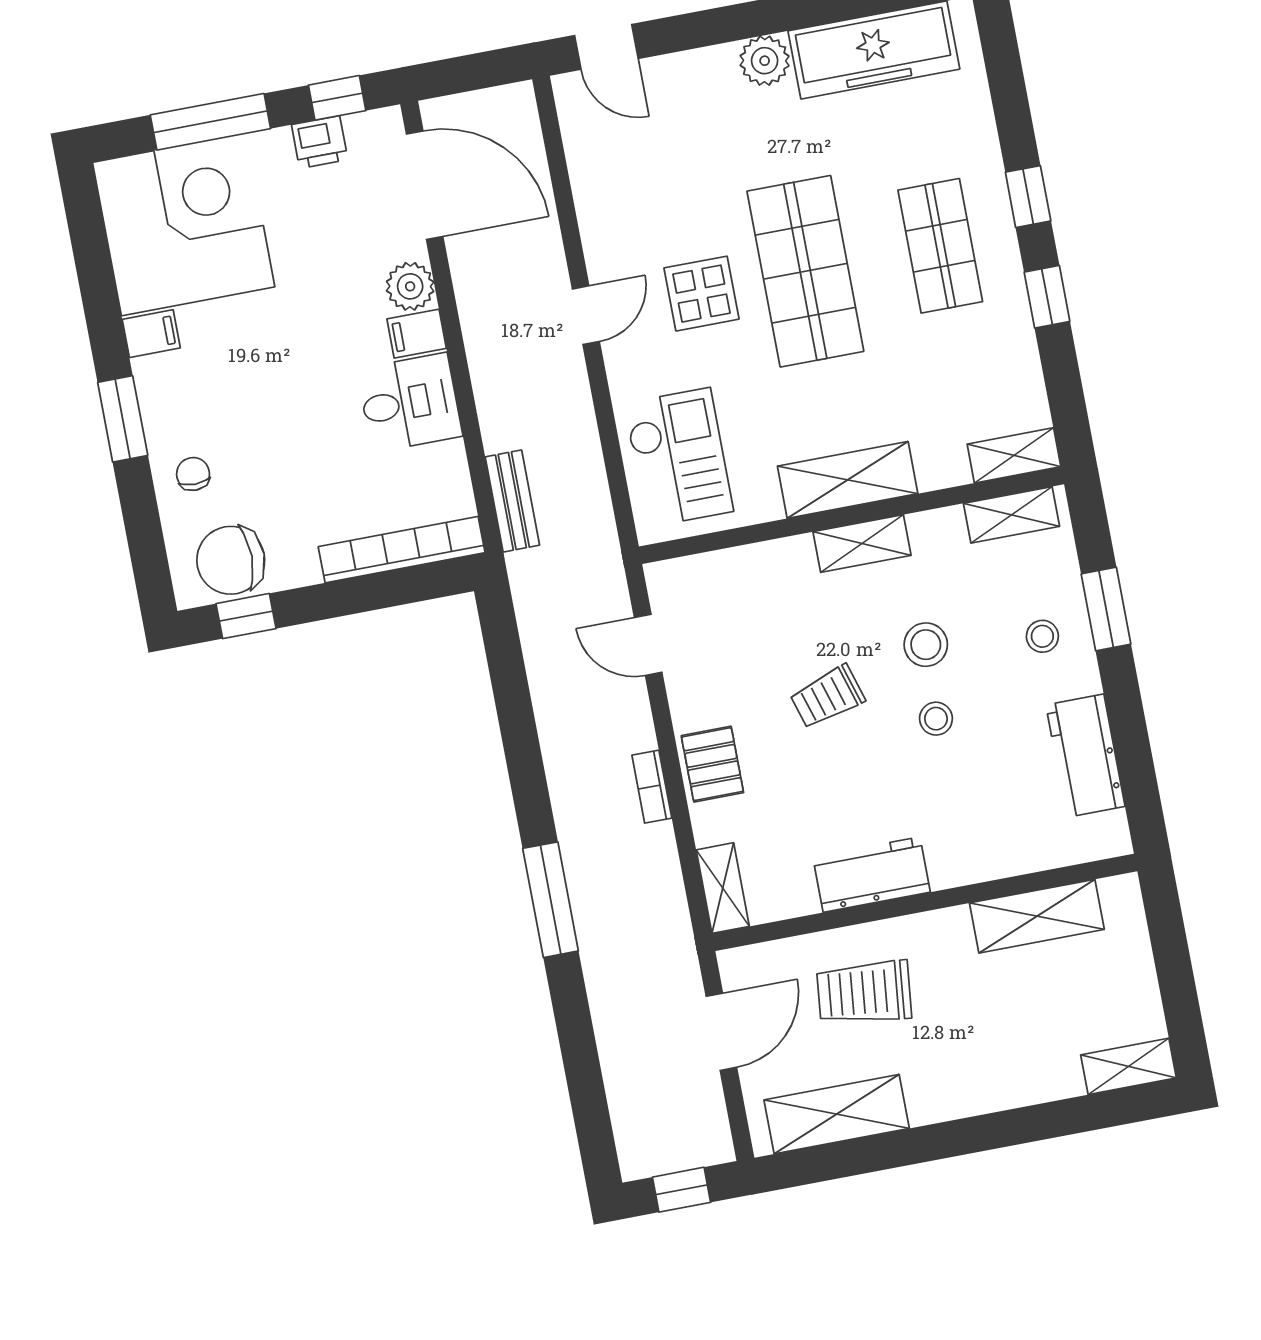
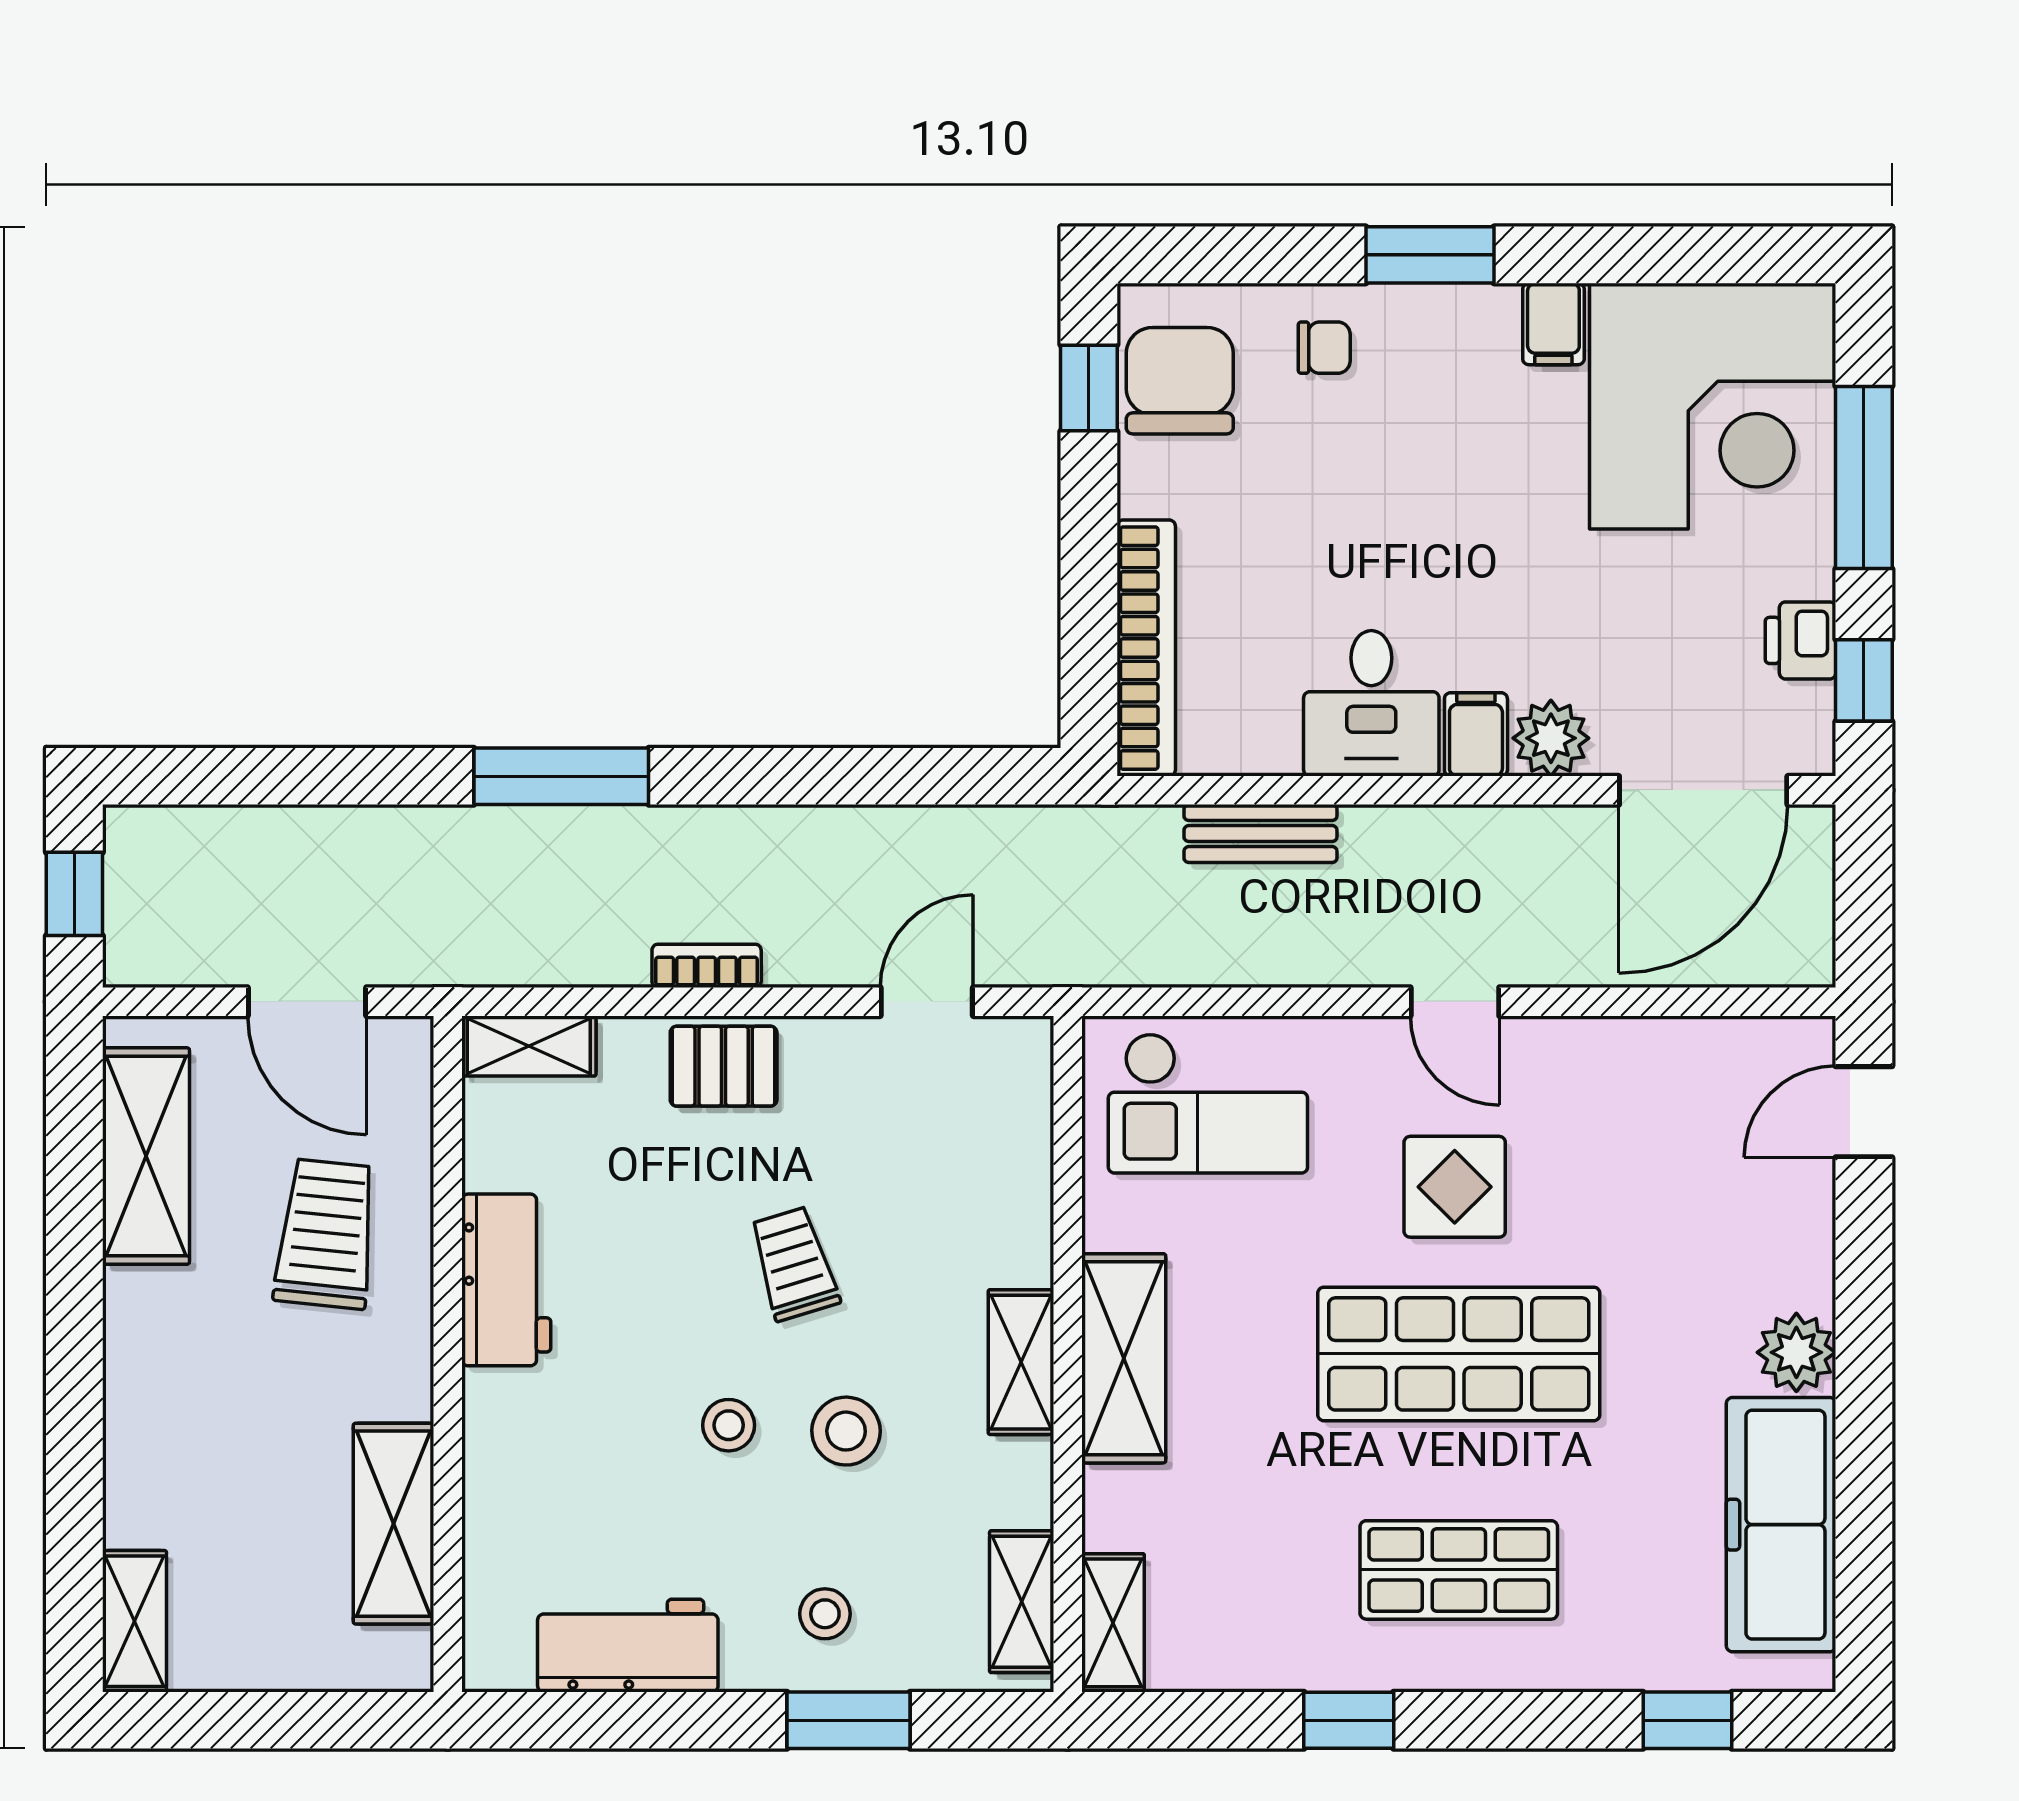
window: (1028, 197) -> (1687, 1720), moved
bench: (512, 501) -> (1260, 834), moved

